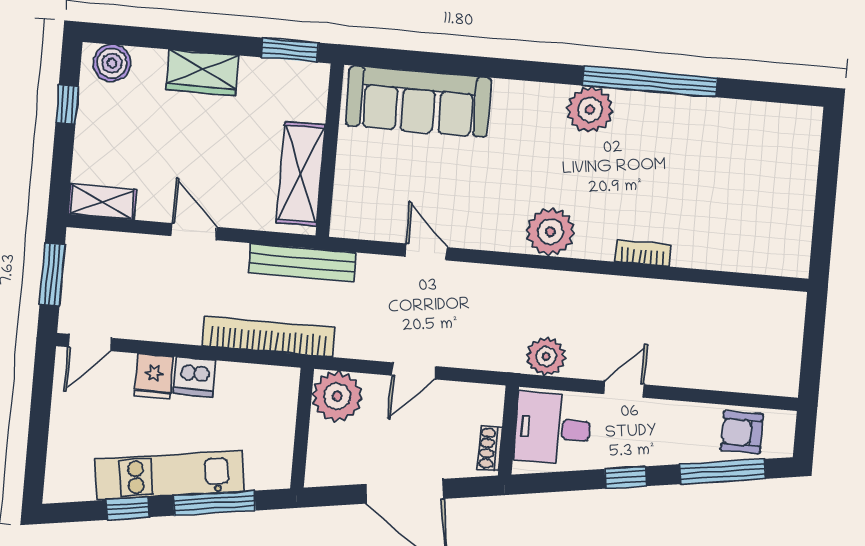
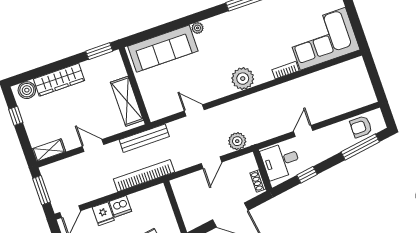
wardrobe: (202, 73) -> (59, 80), width x1.50
plant: (590, 110) -> (198, 28), moved, width x0.53, depth x0.53
corner sofa: (744, 224) -> (323, 39), added
plant: (546, 356) -> (237, 141), moved
plant: (337, 396) -> (184, 188), removed
window: (626, 478) -> (307, 175), moved

